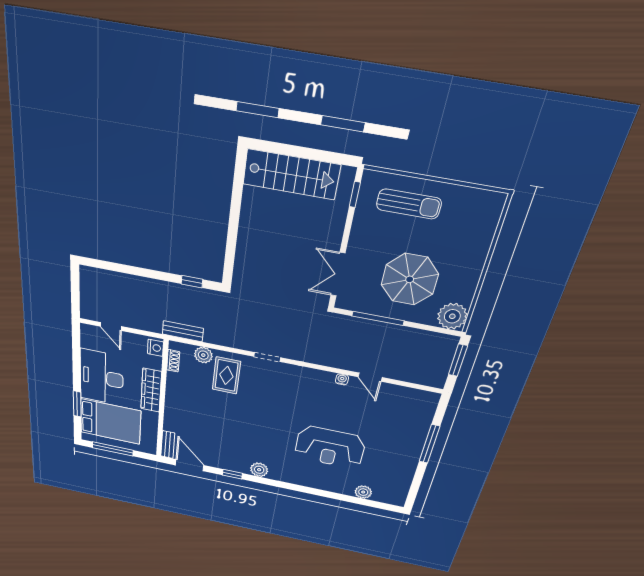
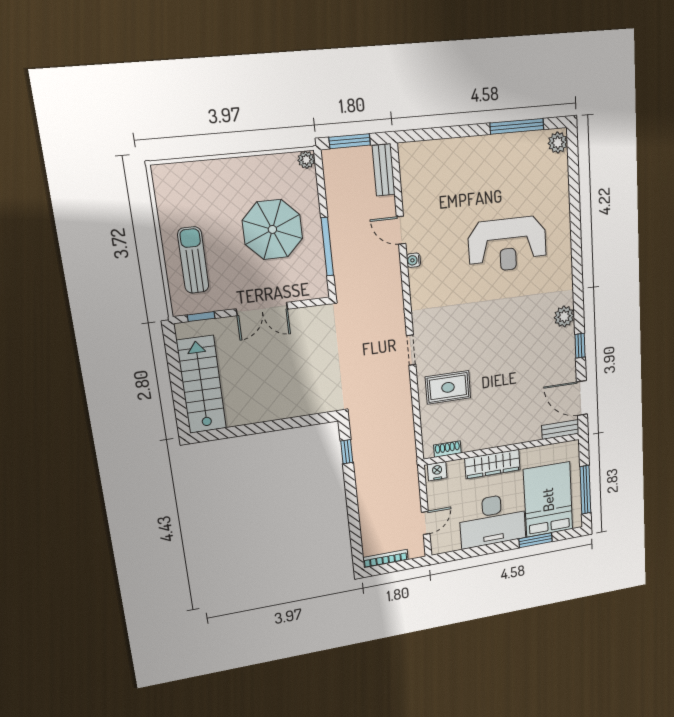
double door: (338, 274) -> (262, 309), moved
bookcase: (85, 285) -> (385, 559), added
plant: (452, 316) -> (306, 160), width x0.53, depth x0.53
bench: (183, 331) -> (384, 170), moved
plant: (203, 355) -> (430, 419), removed
door: (370, 377) -> (401, 230), swing flipped
window: (429, 444) -> (517, 126), moved
reception desk: (330, 447) -> (507, 244), turned 90
door: (190, 465) -> (582, 398), hinge flipped
plant: (363, 492) -> (558, 143), moved

